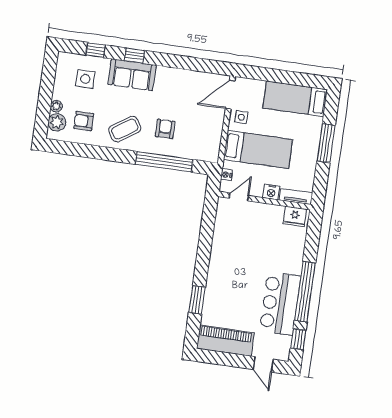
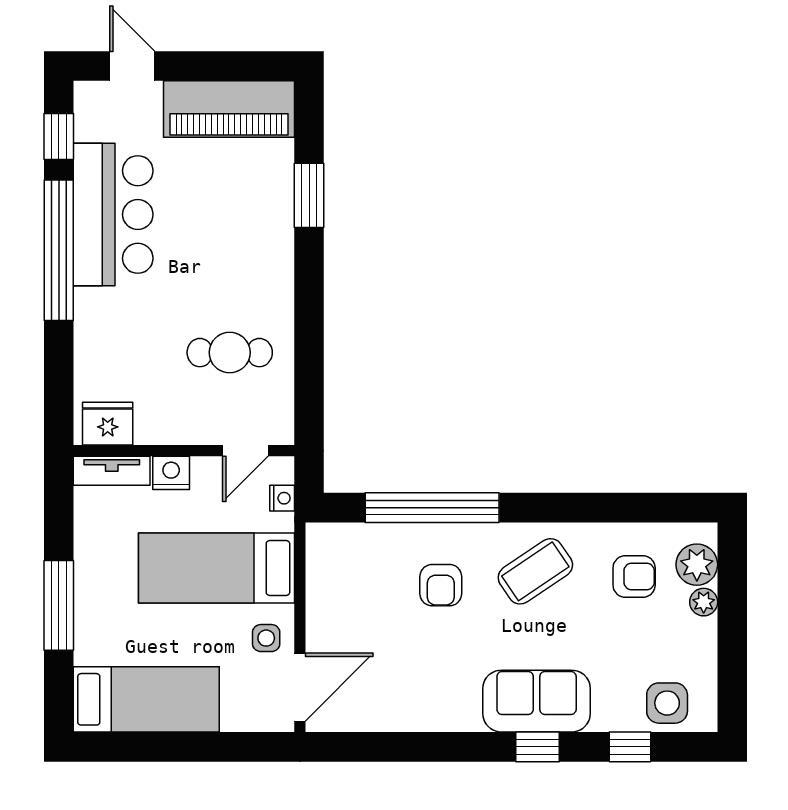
side table: (85, 79) -> (667, 703), moved
cafe table: (240, 239) -> (230, 353), added

